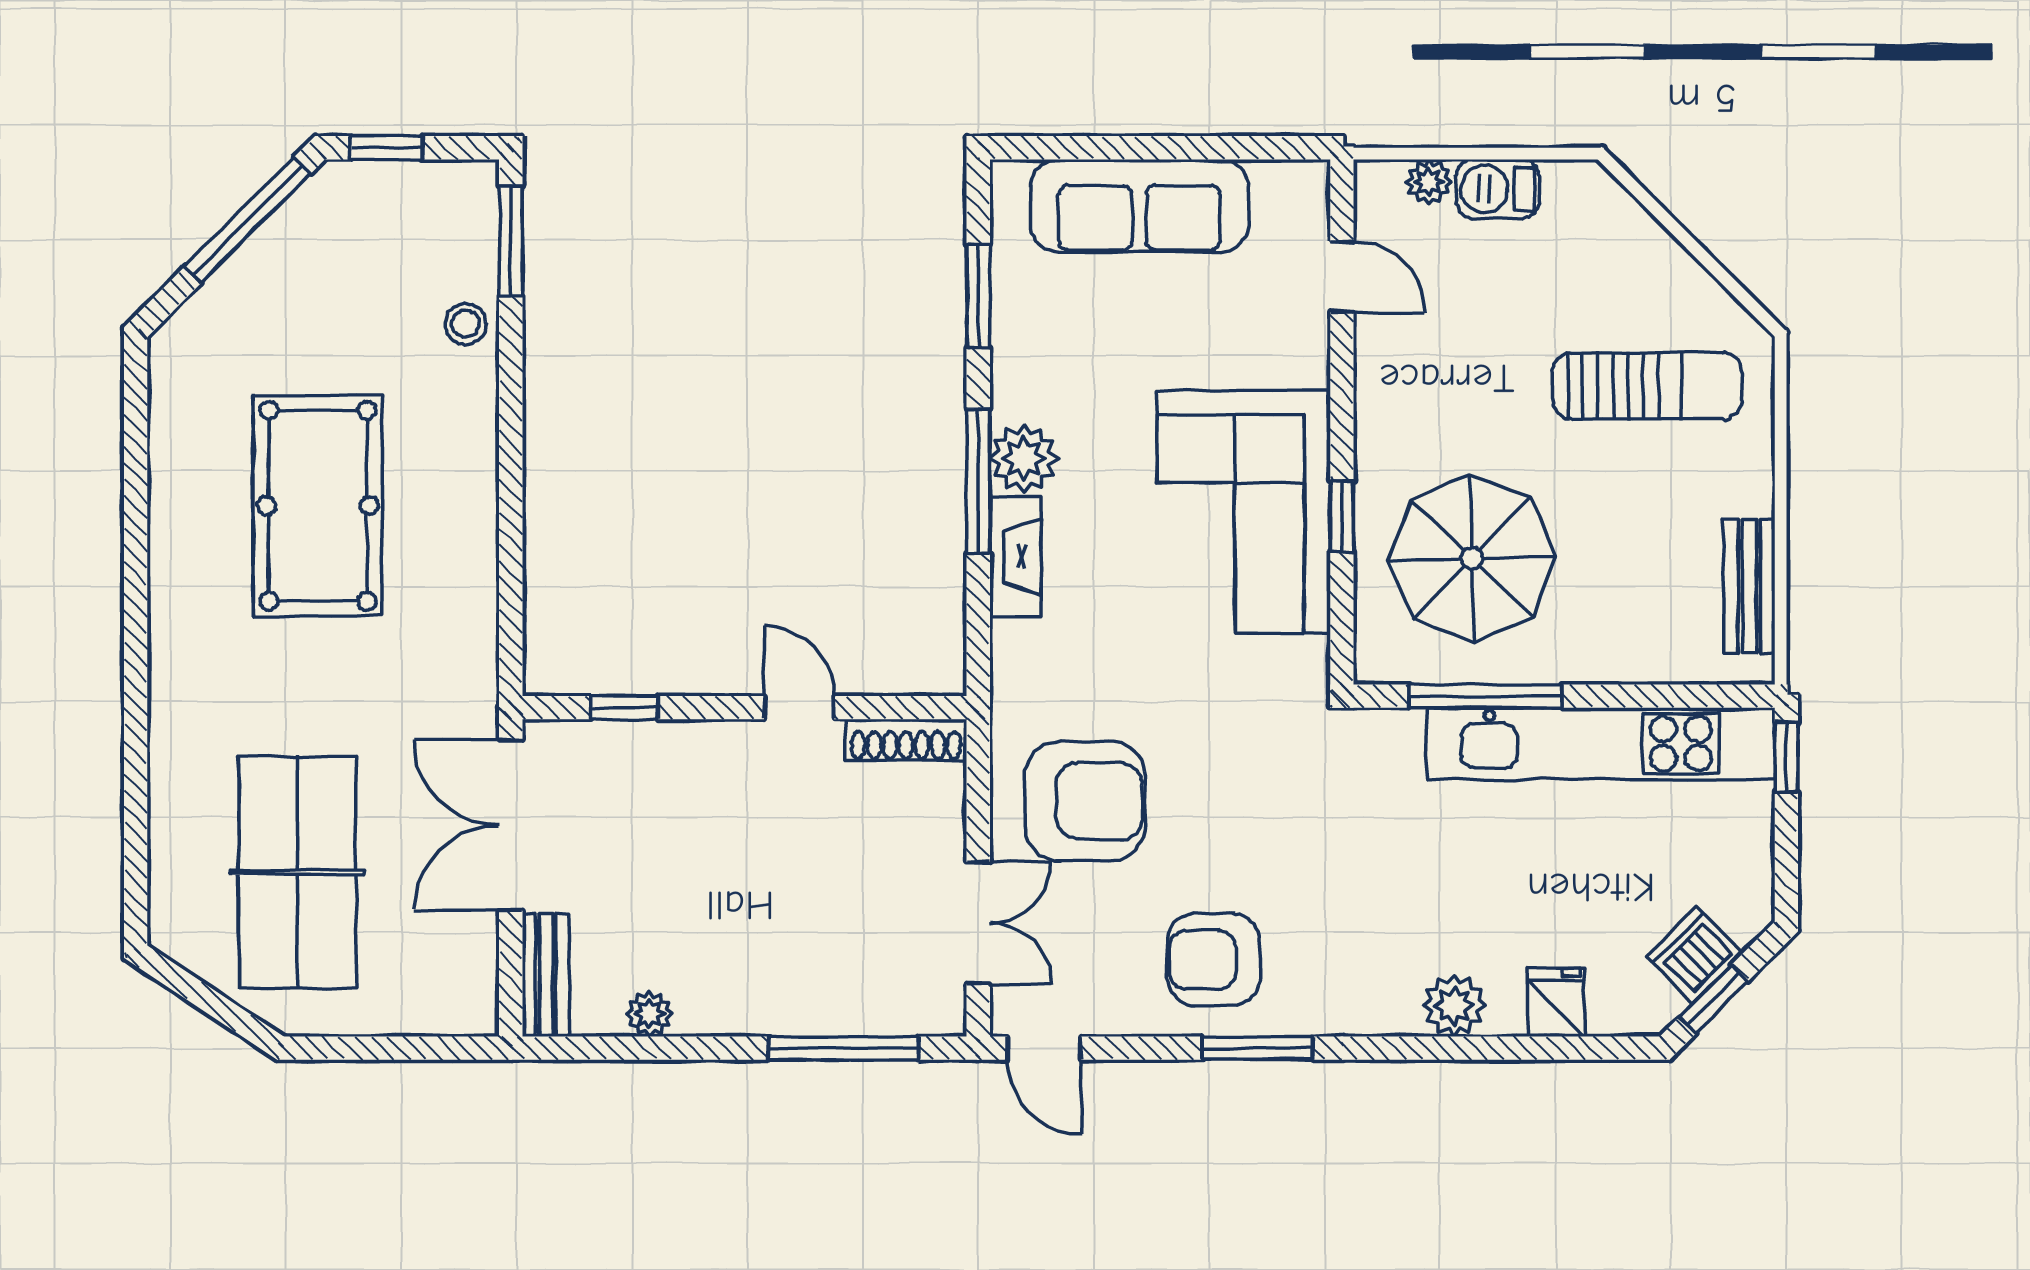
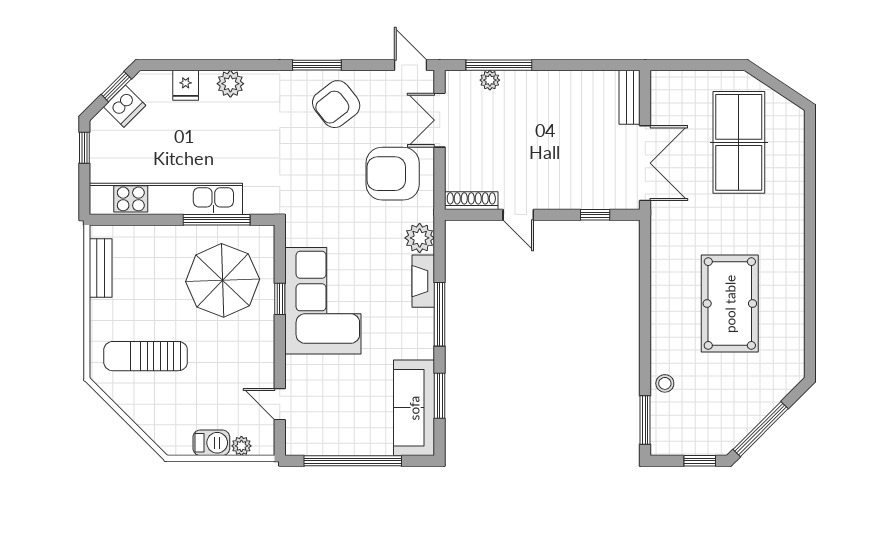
window: (1176, 148) -> (353, 461), added
sofa: (1139, 206) -> (414, 408), moved, turned -90
plant: (1024, 458) -> (420, 238), moved
window: (1786, 757) -> (84, 148), moved
armchair: (1214, 959) -> (336, 104), turned 143
plant: (649, 1014) -> (490, 80), moved

